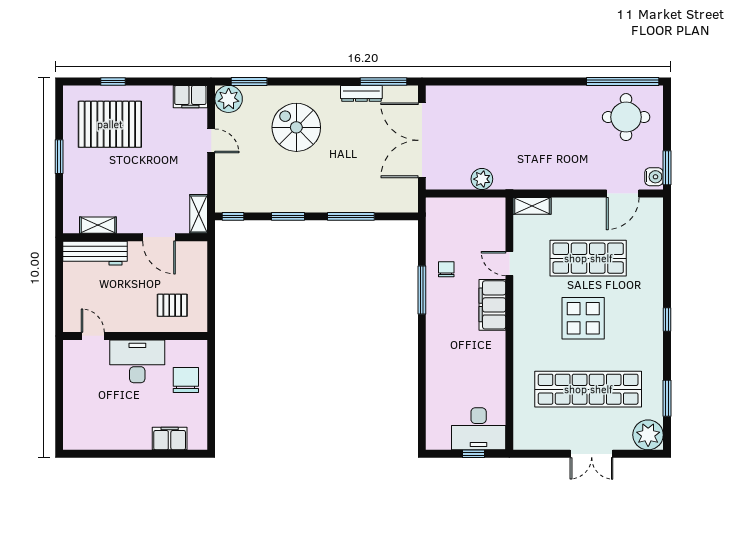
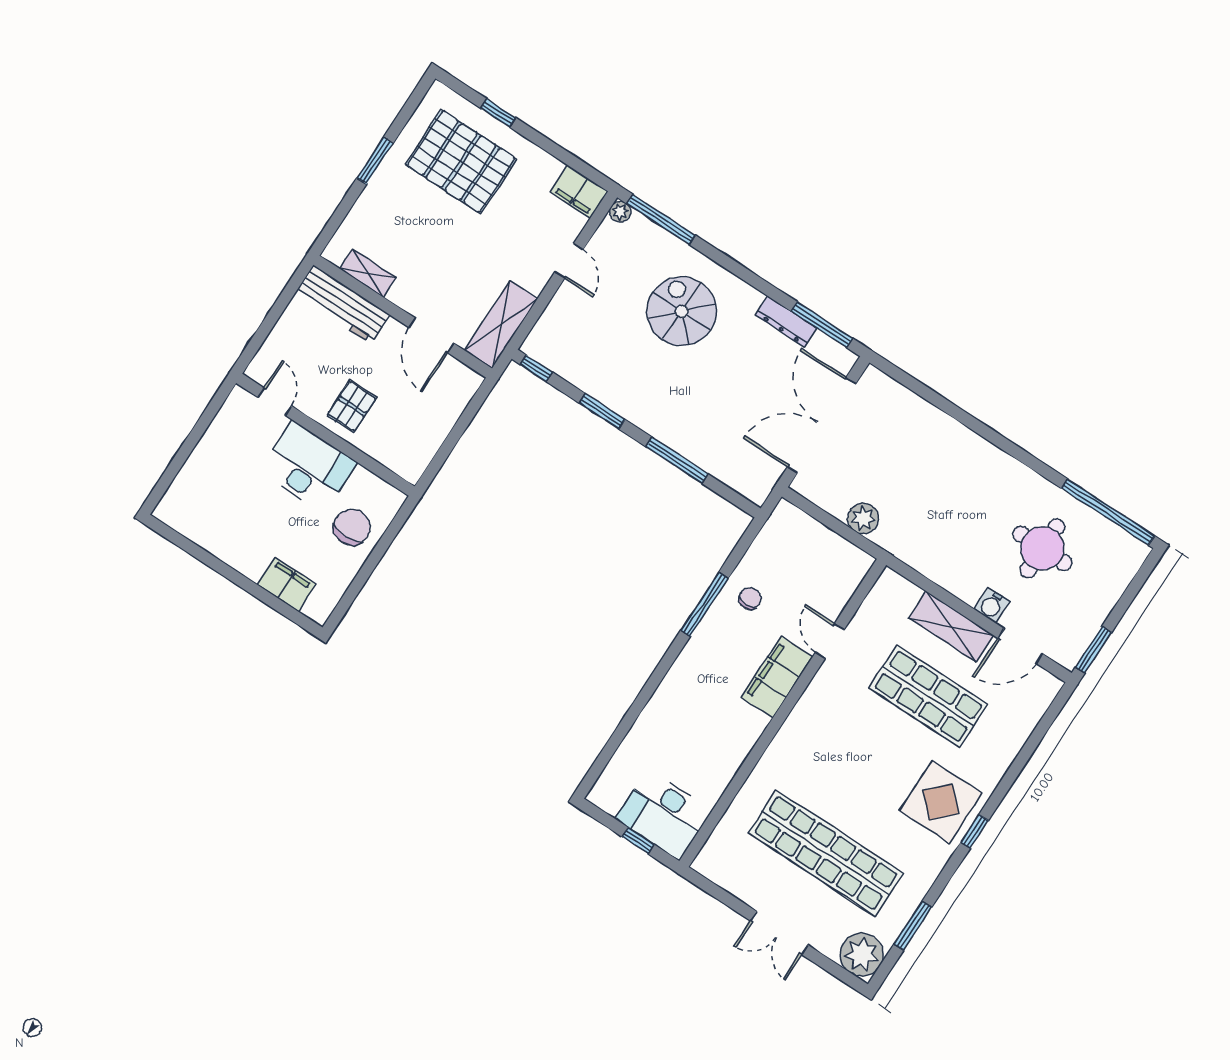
window: (249, 81) -> (661, 220), width x1.44
plant: (229, 99) -> (620, 212), width x0.53, depth x0.53
round table: (626, 117) -> (1042, 548), moved
water cooler: (654, 177) -> (992, 605), moved, turned 90
shelving: (532, 206) -> (951, 626), moved, width x1.50, depth x1.33
shelving: (199, 214) -> (501, 324), width x1.50, depth x1.33
pallet: (172, 305) -> (352, 406), moved, turned 90
display table: (583, 318) -> (941, 802), moved

